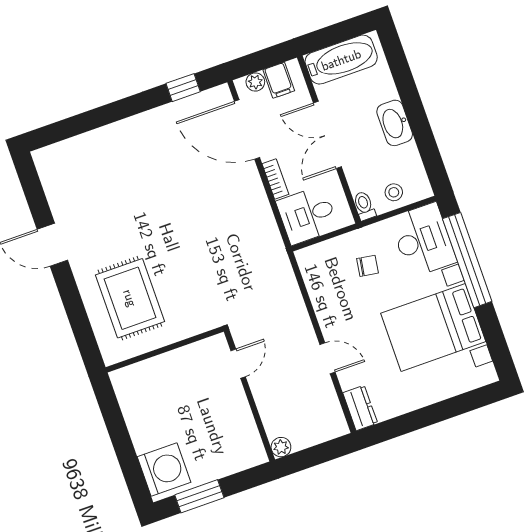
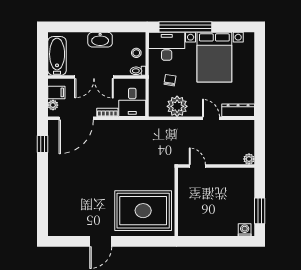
plant: (328, 294) -> (177, 106), added
rug: (130, 298) -> (143, 211), width x1.37, depth x1.44
door: (327, 358) -> (211, 118), hinge flipped
dresser: (360, 408) -> (238, 110), width x1.44
washing machine: (164, 470) -> (245, 230), width x0.53, depth x0.53

